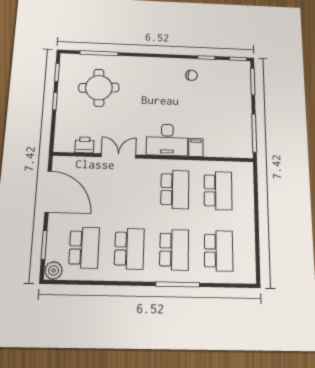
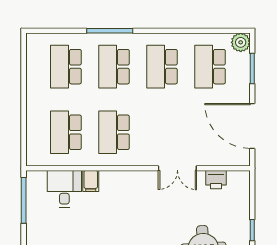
desk: (167, 140) -> (64, 189), moved, width x0.73

